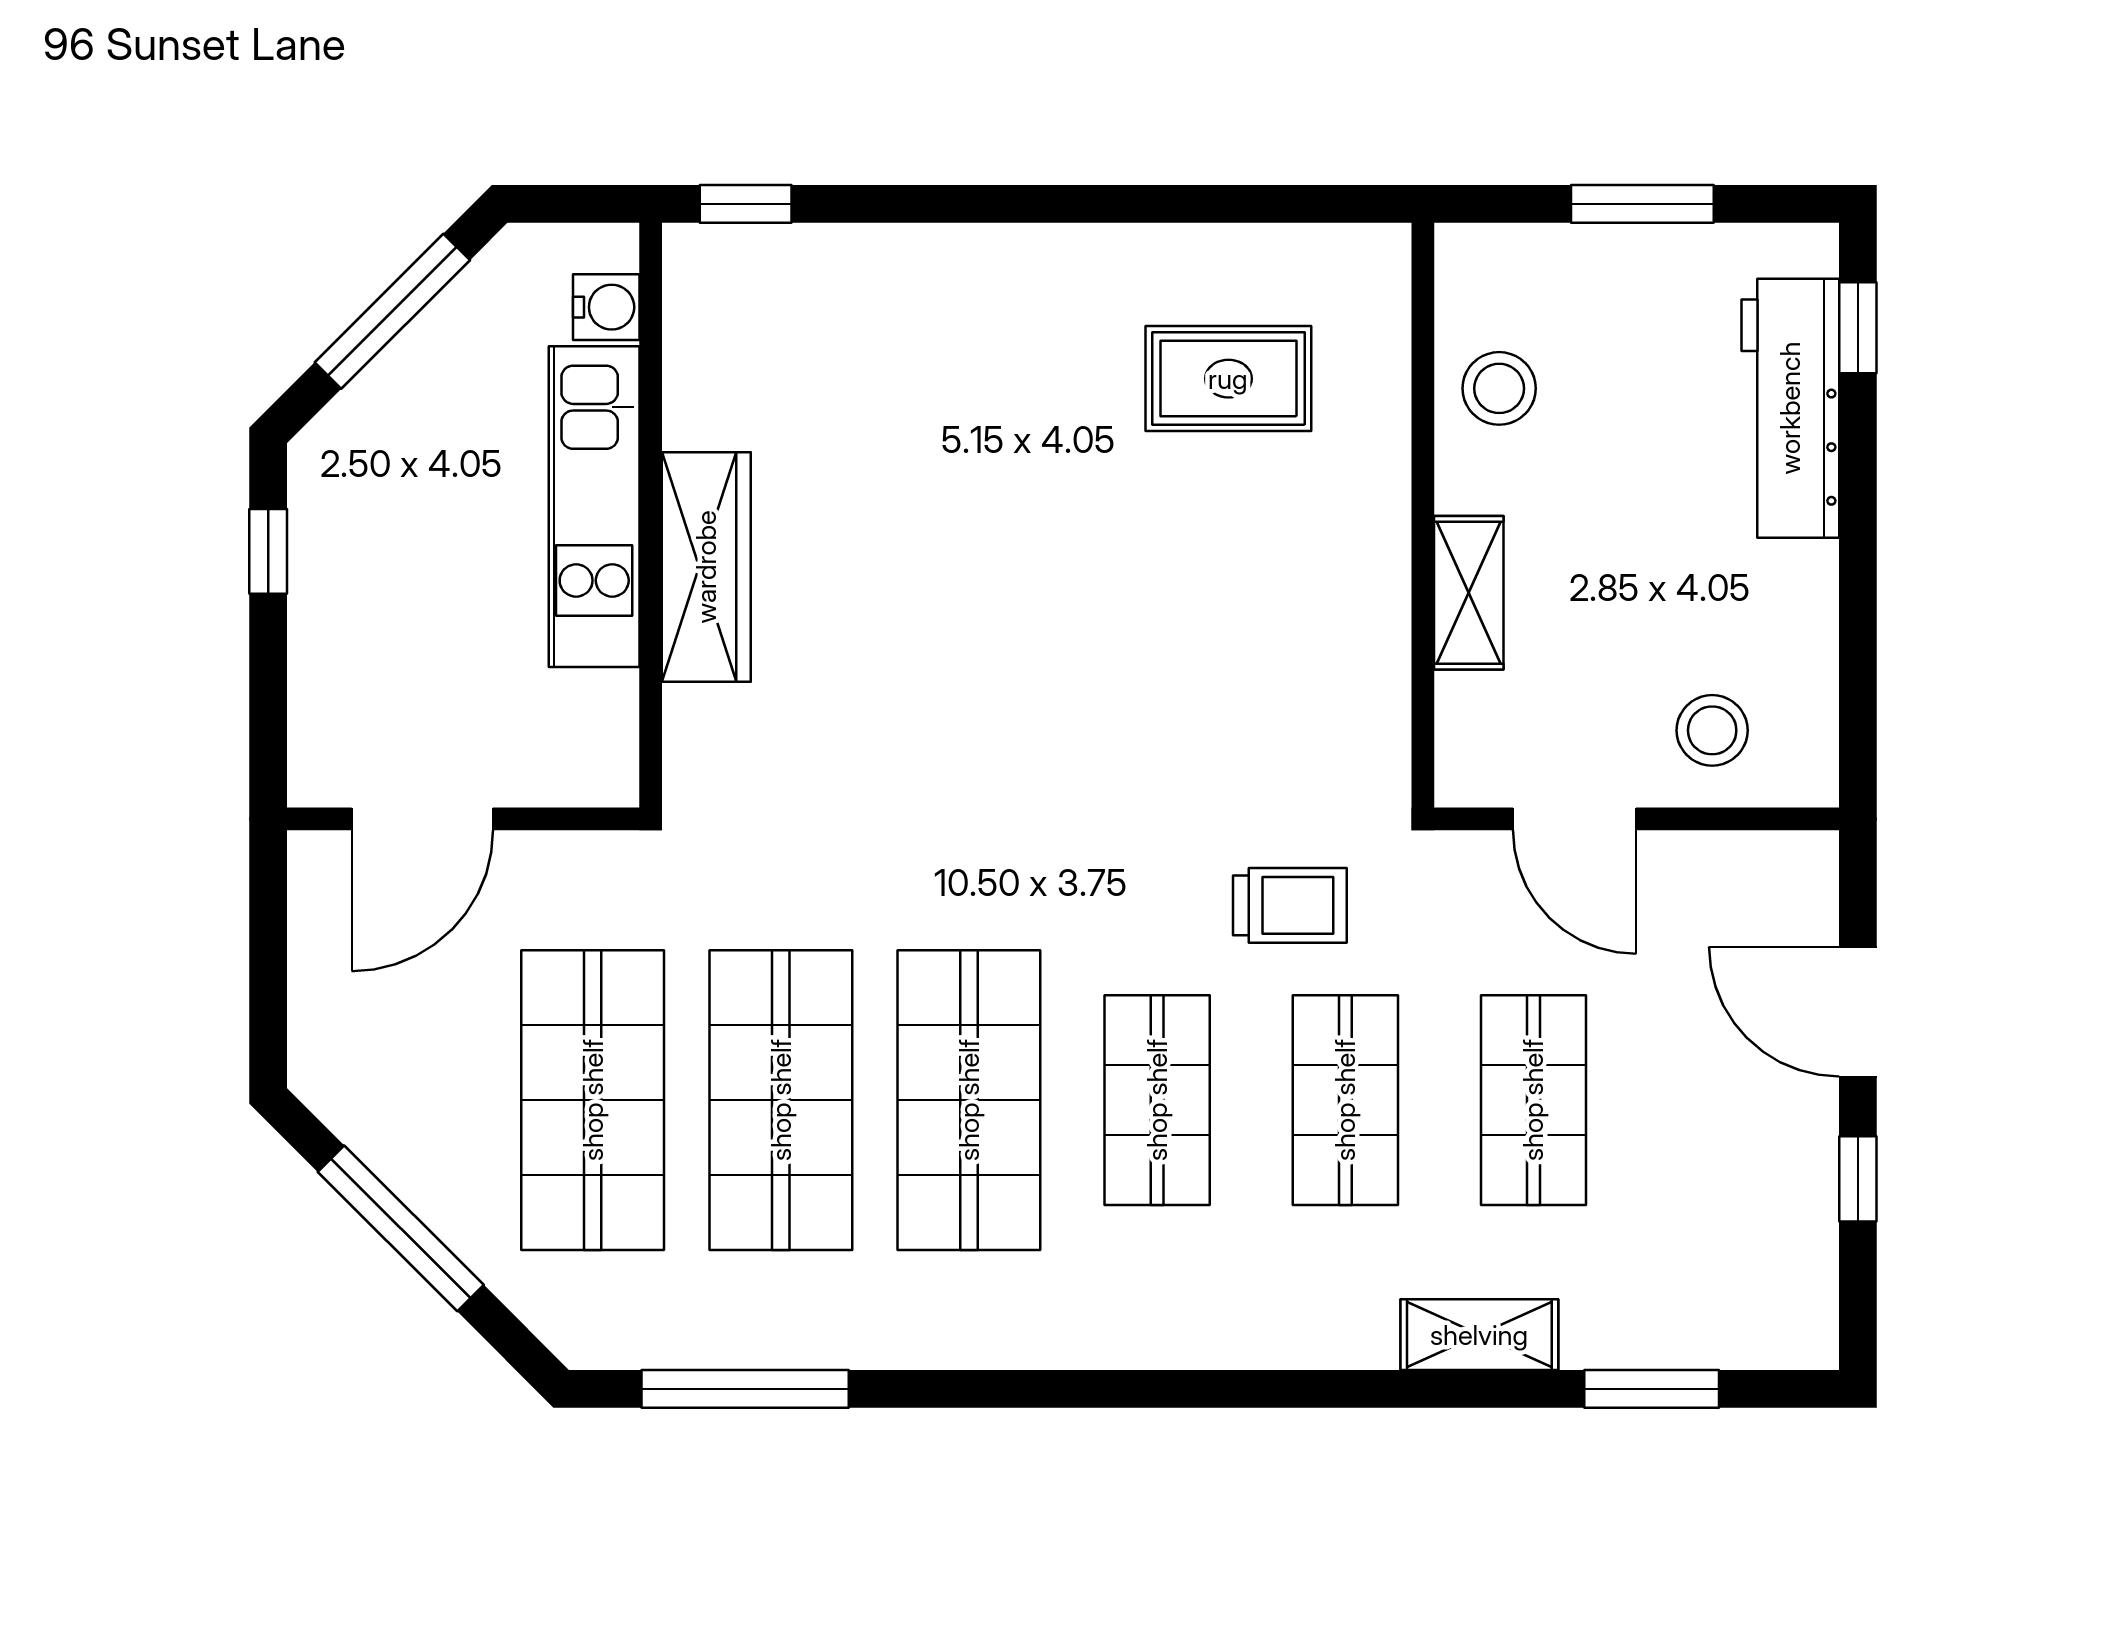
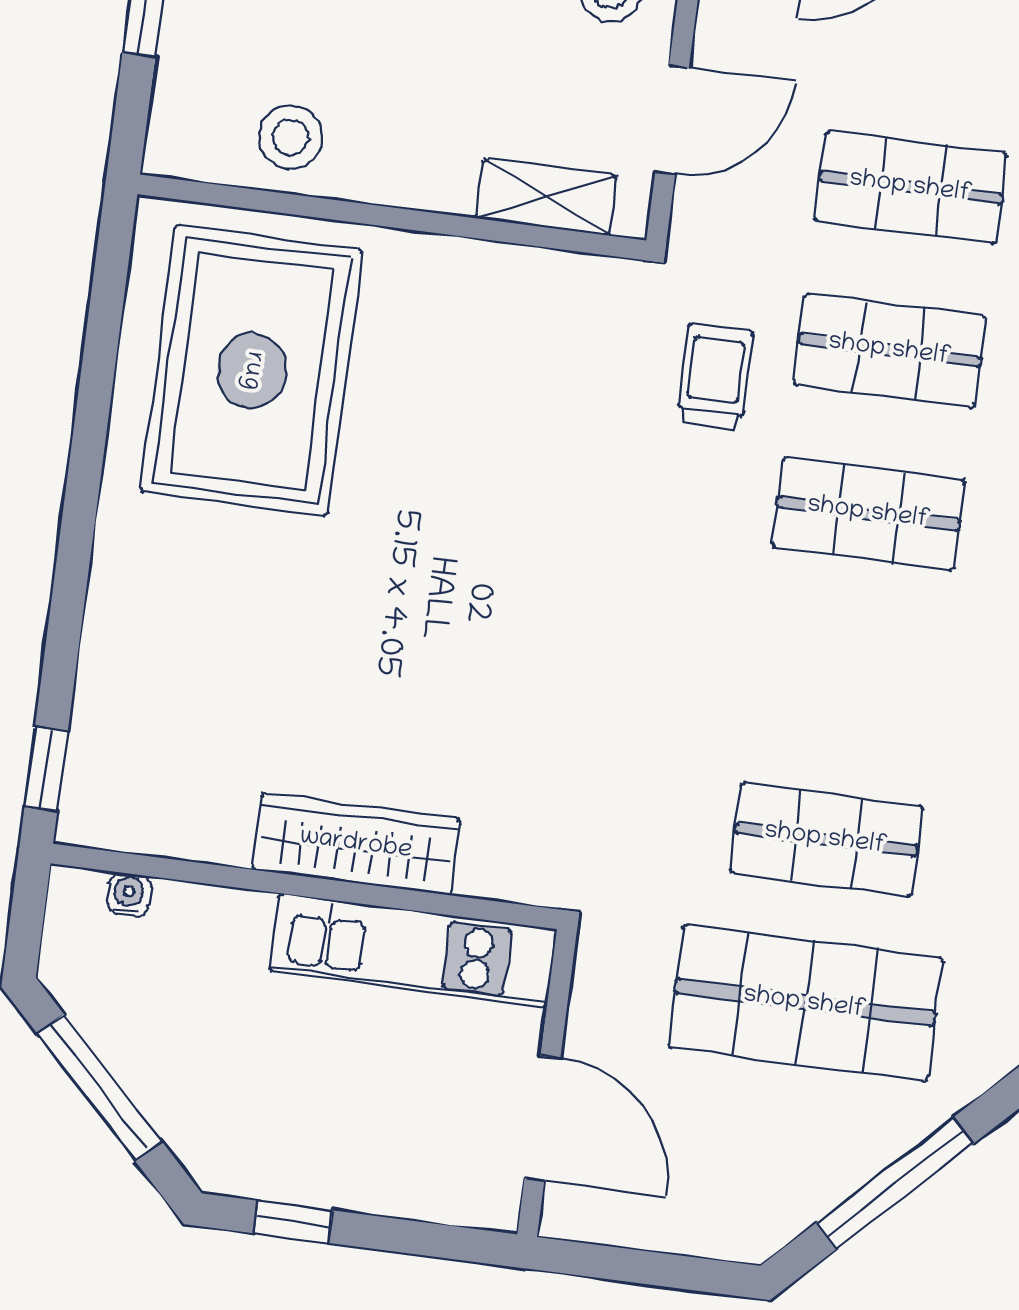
water cooler: (606, 307) -> (129, 895), width x0.72, depth x0.72
rug: (1228, 379) -> (252, 371), width x1.86, depth x2.06
kitchen unit: (594, 507) -> (413, 950), moved
shelving: (1469, 593) -> (546, 197), moved
shop shelf: (781, 1100) -> (826, 839), width x0.70, depth x0.74
shop shelf: (969, 1100) -> (848, 676), removed

